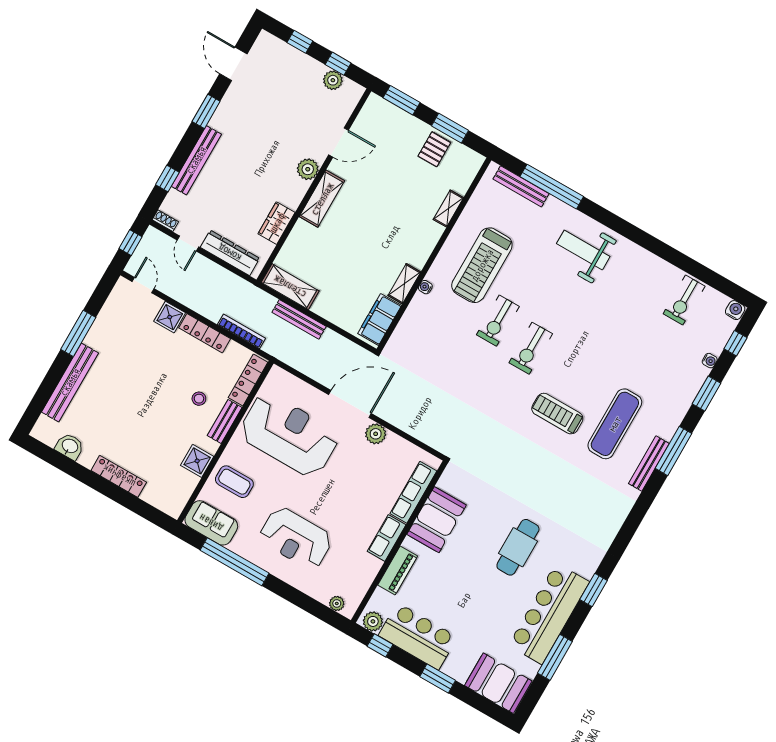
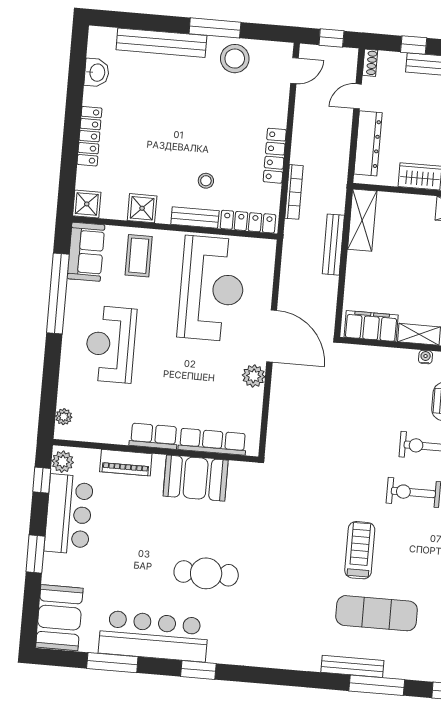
shower: (170, 317) -> (87, 204), moved
stool: (111, 329) -> (235, 59), added

